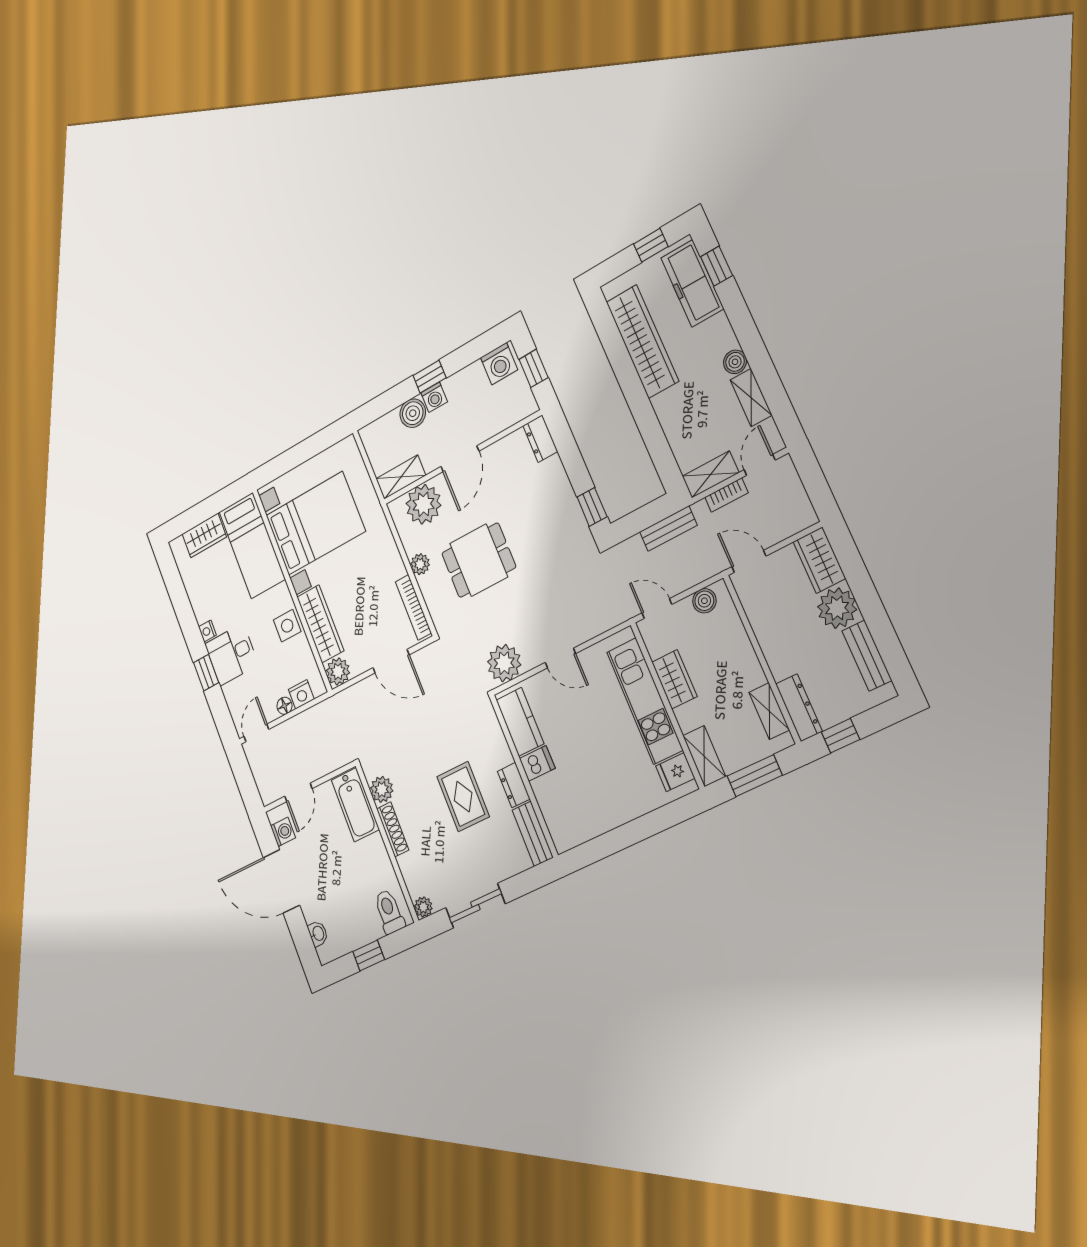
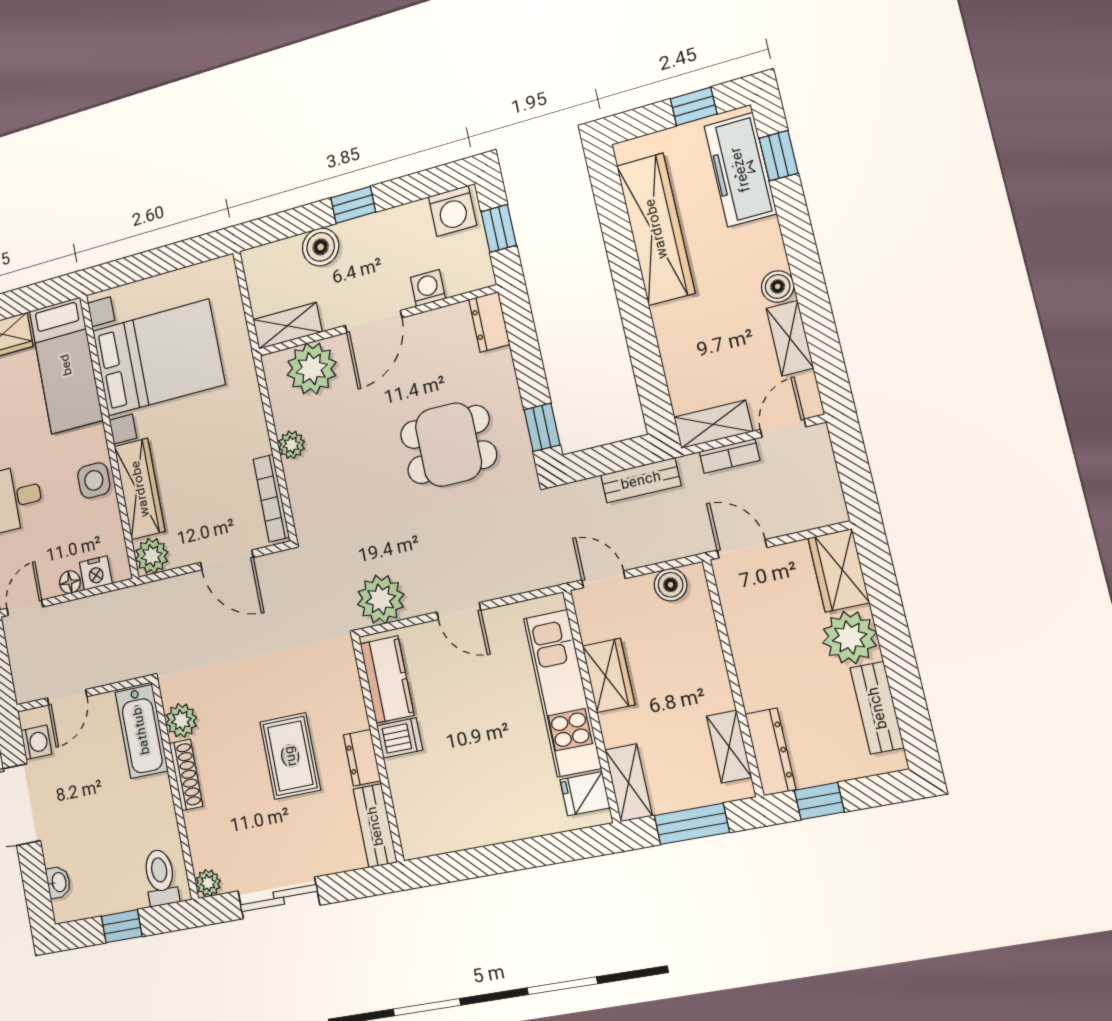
washing machine: (434, 397) -> (428, 288), moved, turned 180
dining table: (479, 560) -> (448, 445), moved

